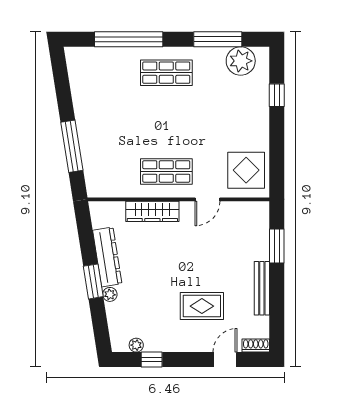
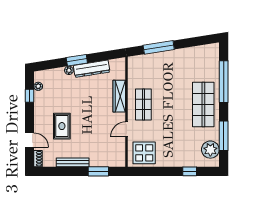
shop shelf: (166, 73) -> (203, 105), width x1.43, depth x1.36
door: (207, 199) -> (127, 129), hinge flipped

